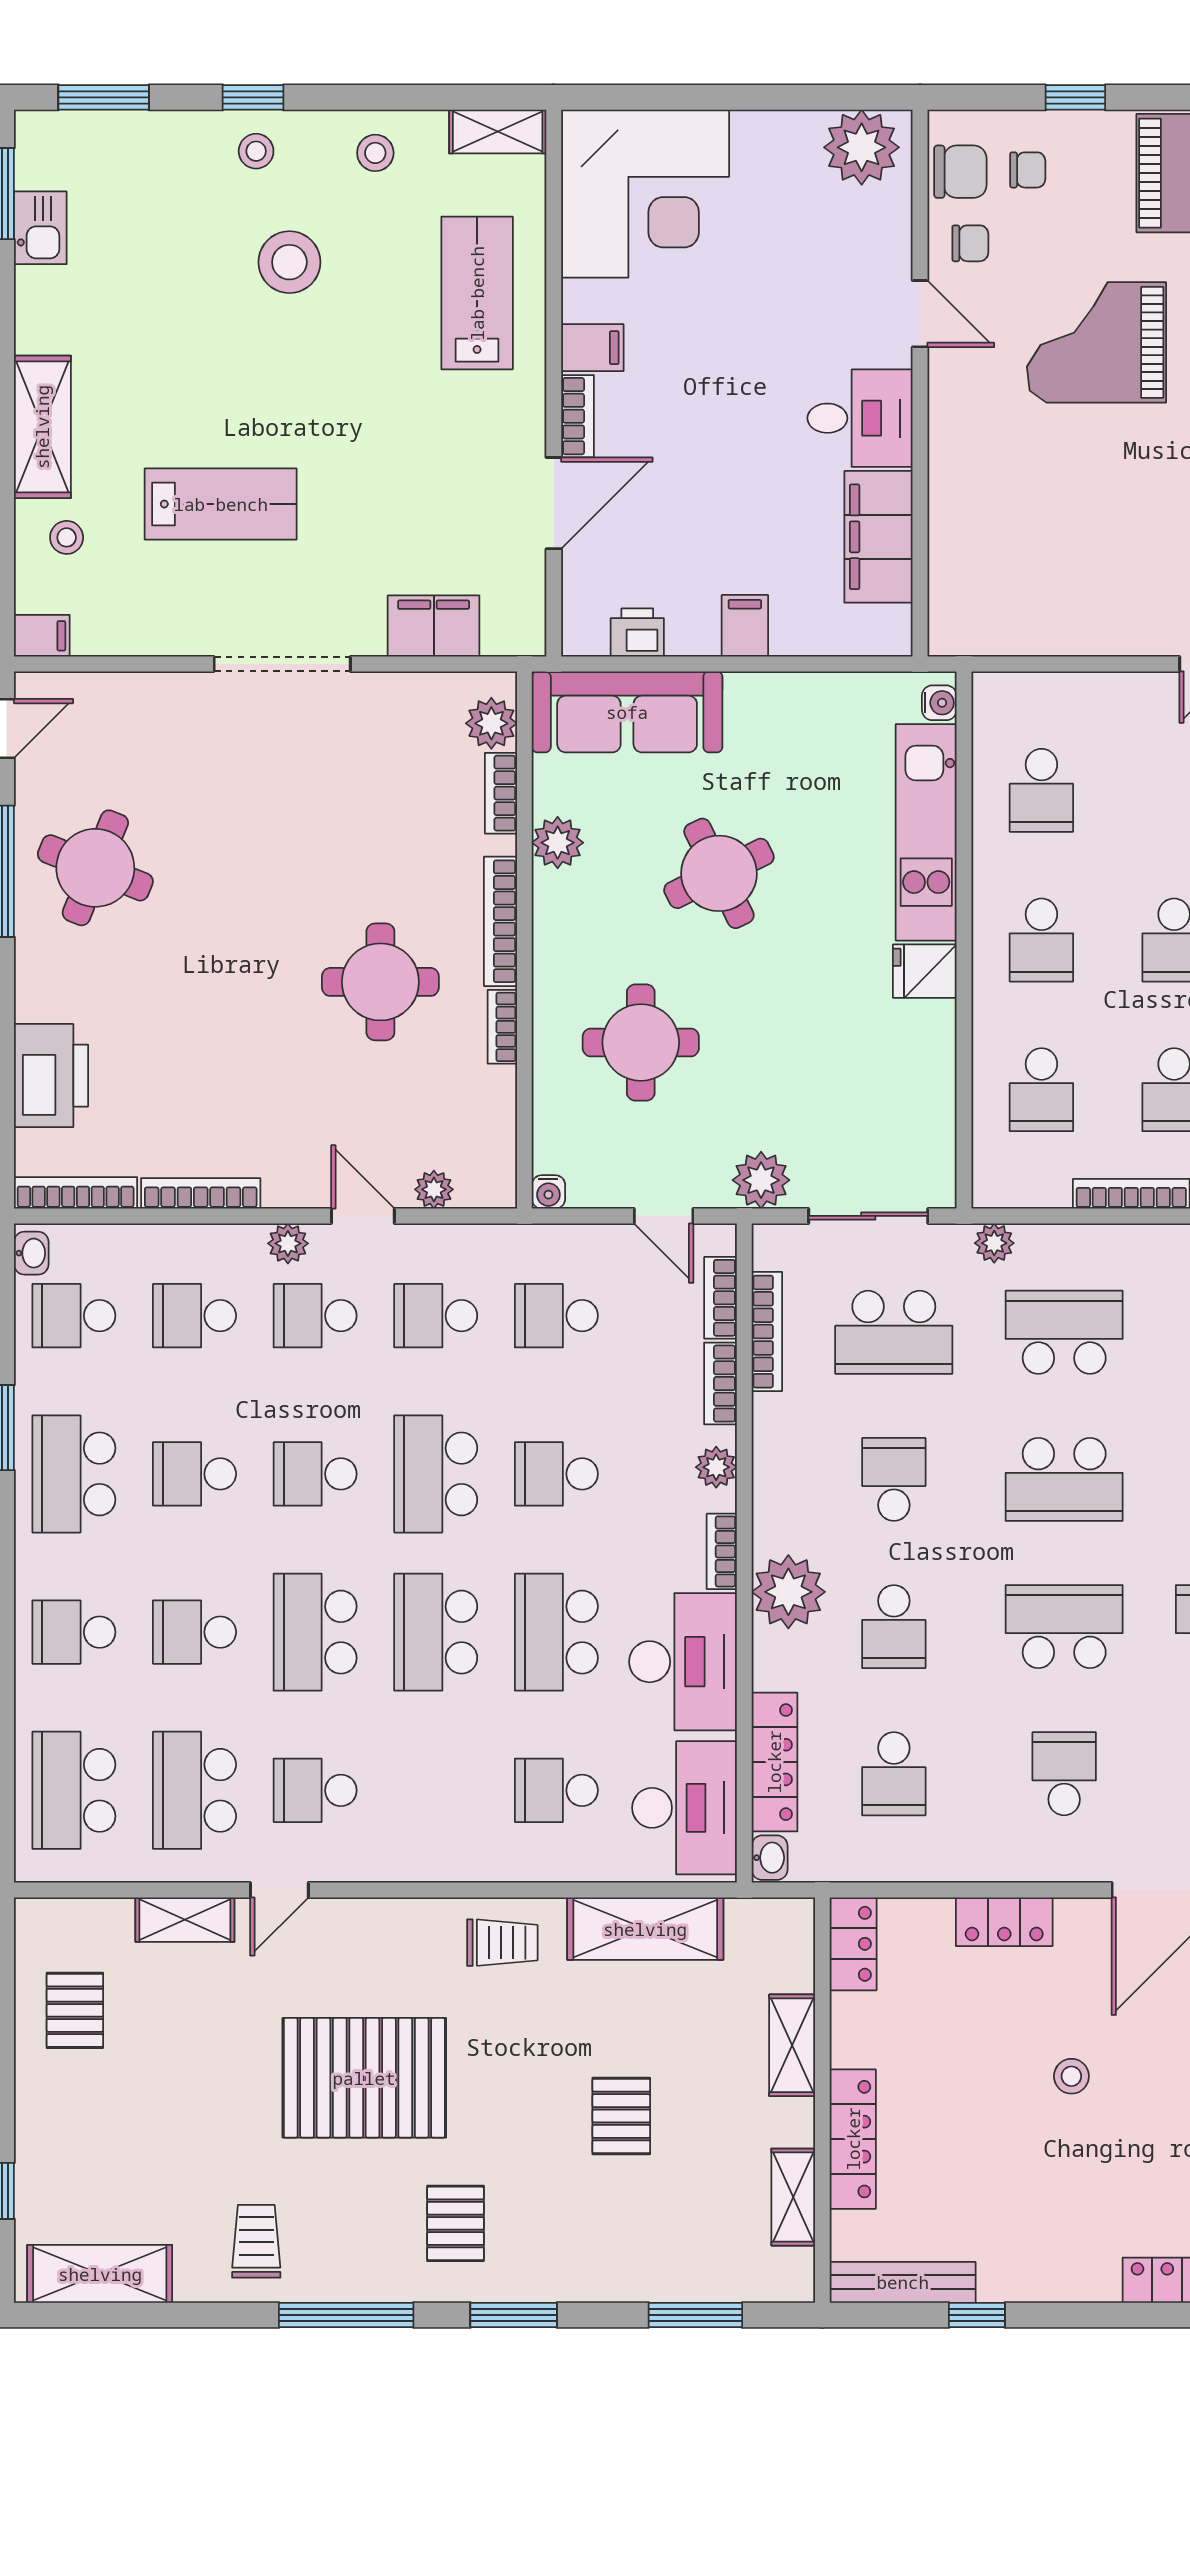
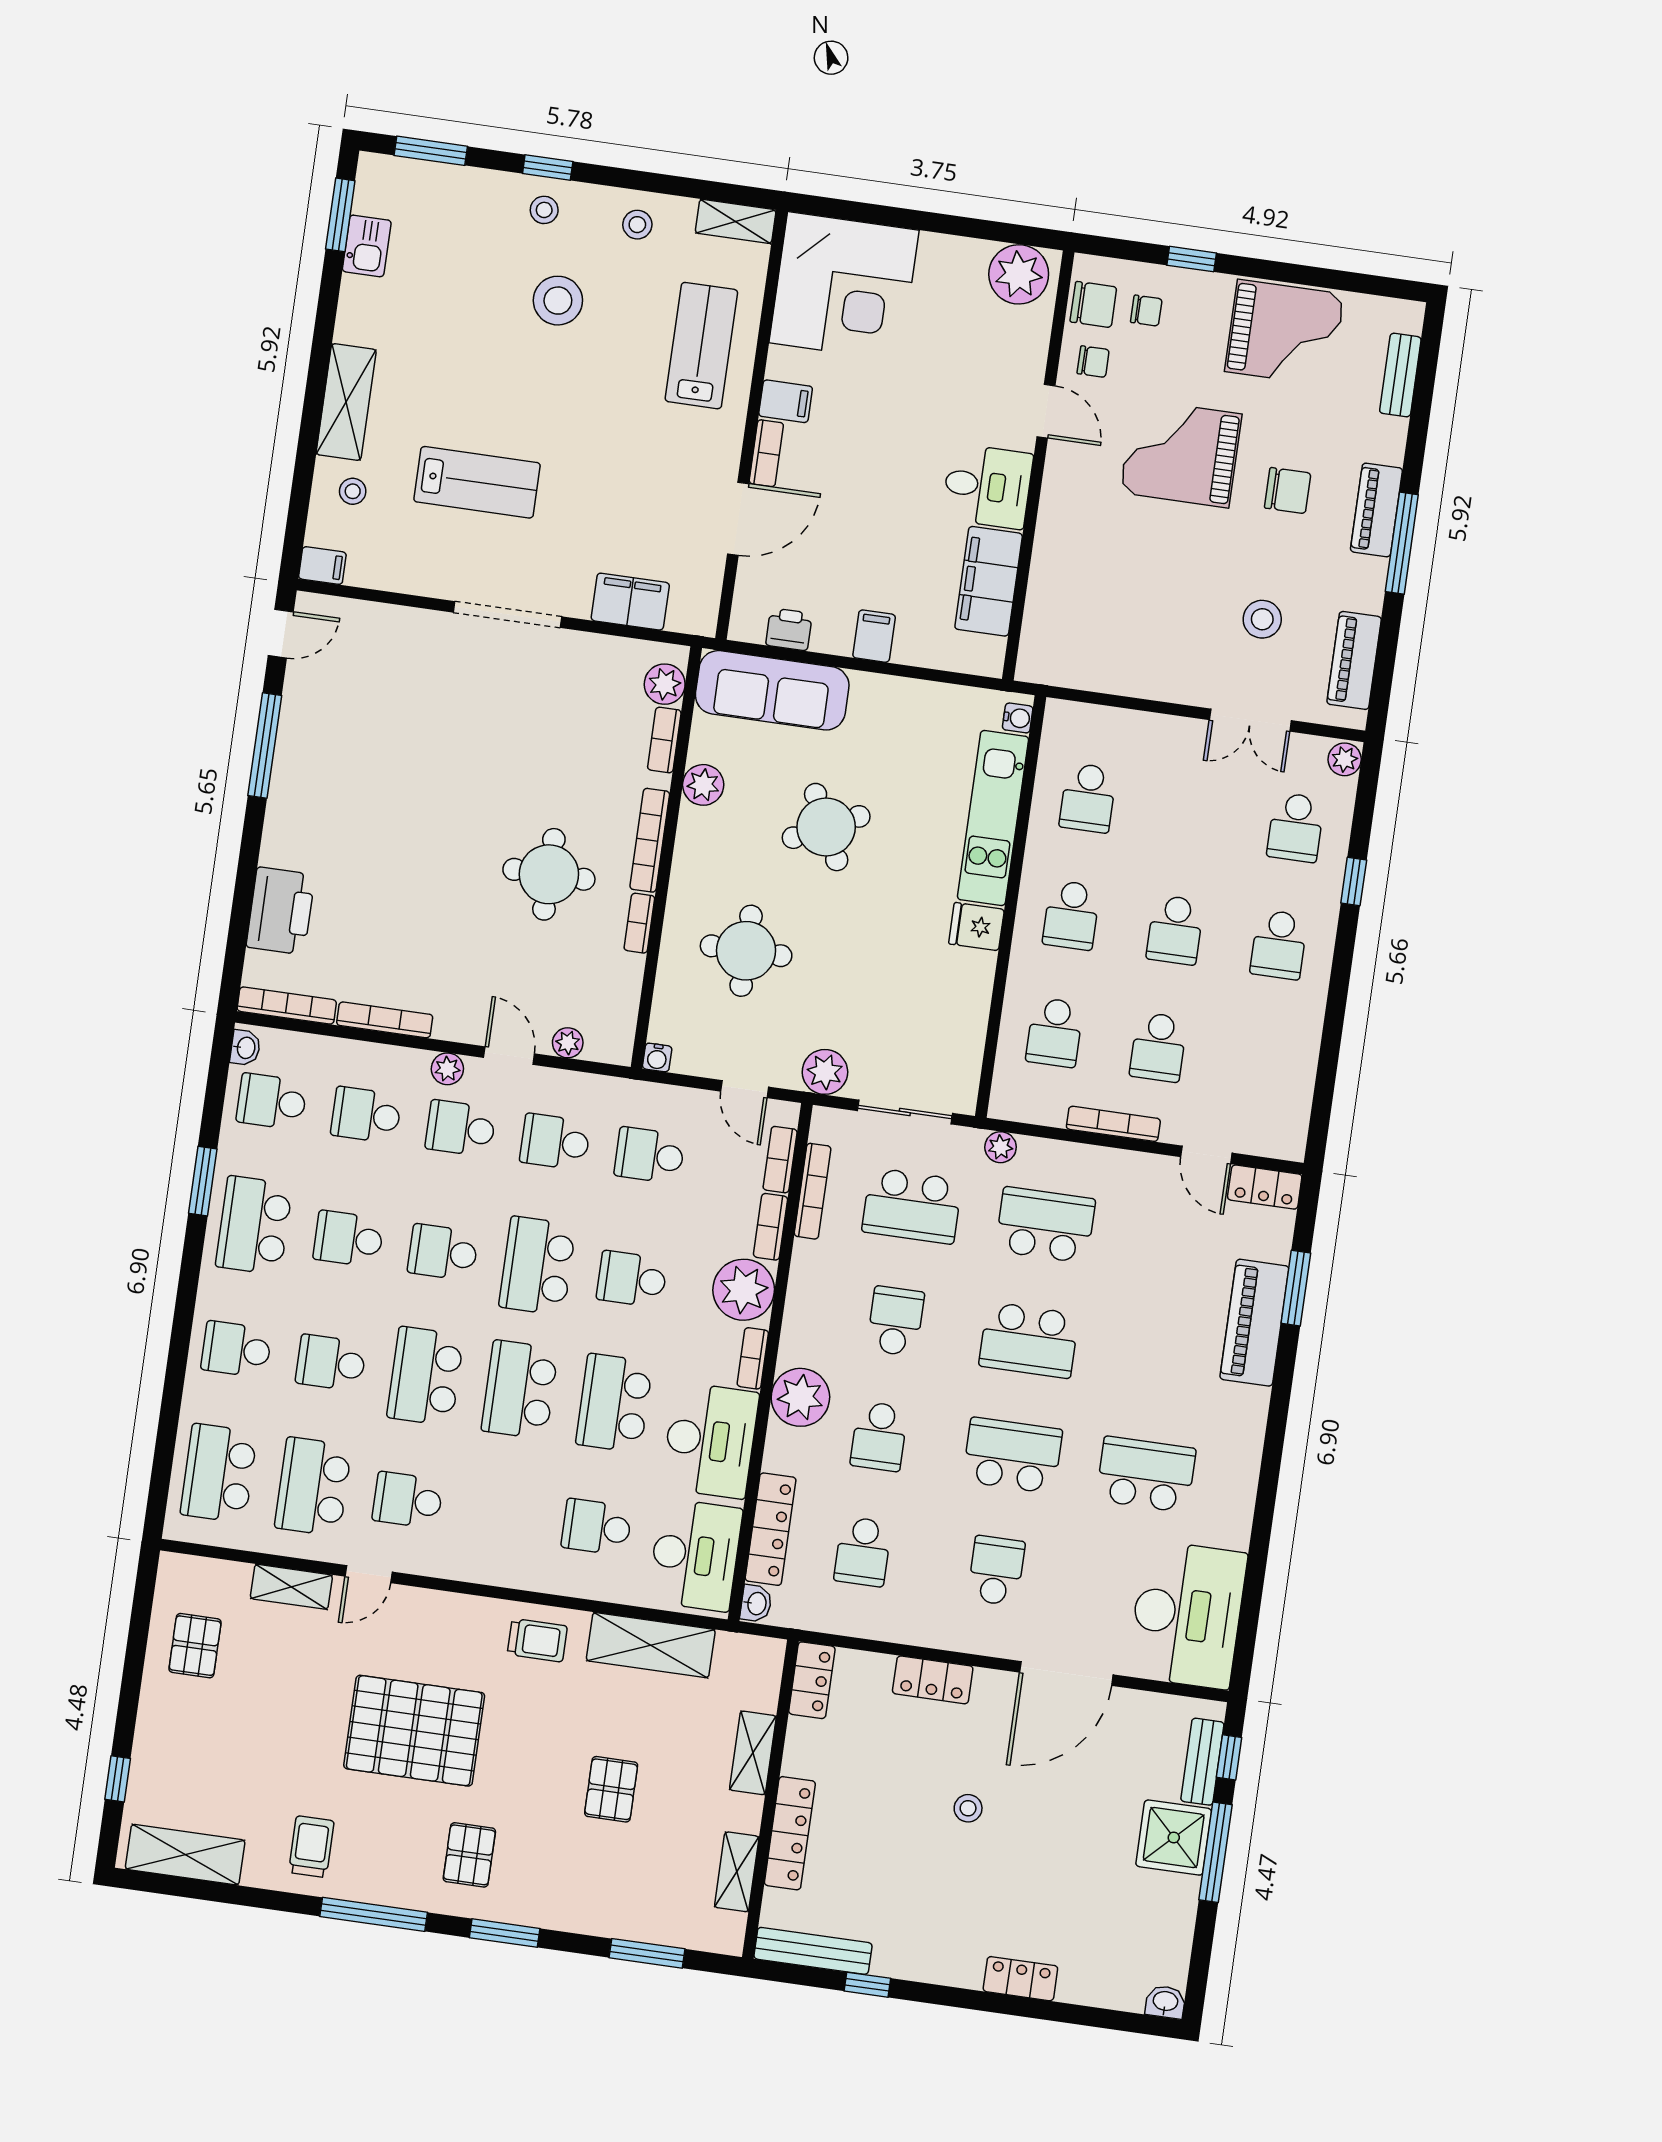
round table: (95, 868) -> (338, 753), removed
plant: (716, 1467) -> (744, 1290), width x1.87, depth x1.87

